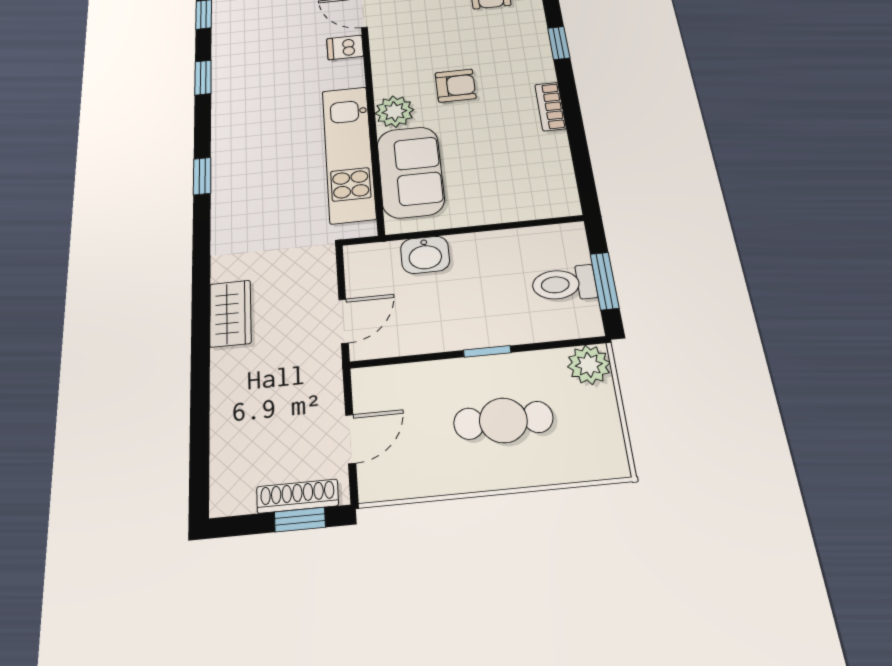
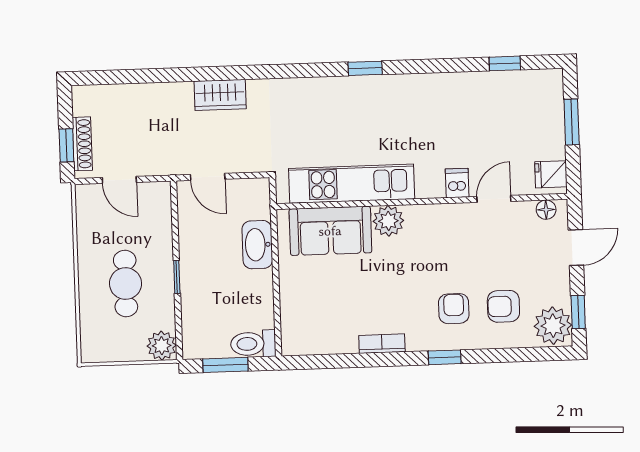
window: (203, 78) -> (437, 66), removed
armchair: (456, 86) -> (454, 309), moved, turned 180
window: (202, 176) -> (365, 68), moved
washbasin: (425, 255) -> (257, 245), width x1.38
toilet: (564, 284) -> (253, 344), moved, turned -90

